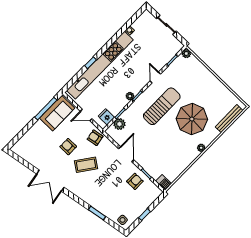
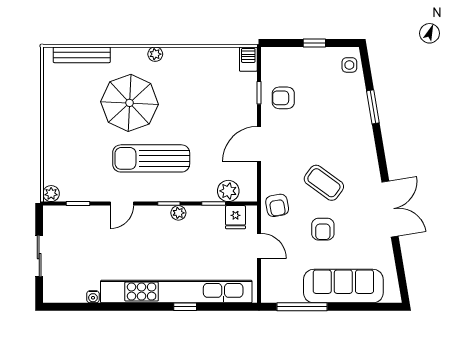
sofa: (57, 113) -> (343, 286), moved, width x1.36

